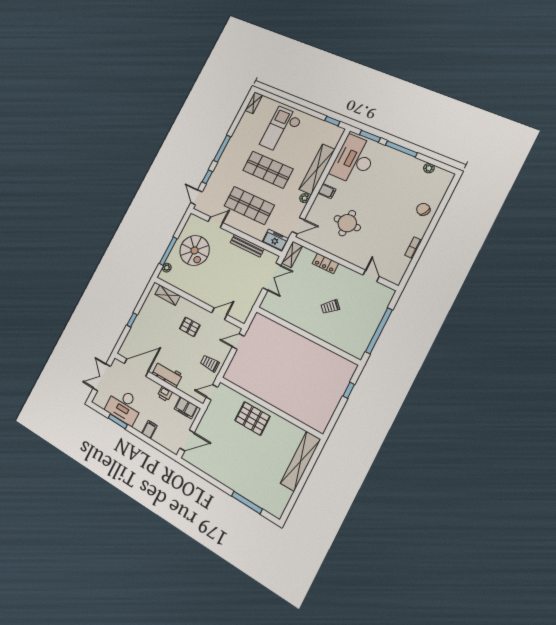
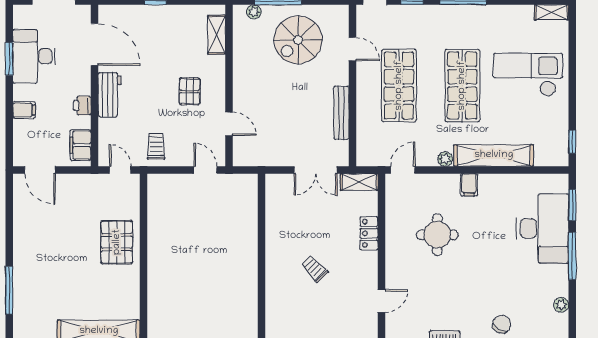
desk: (354, 160) -> (543, 228), moved, turned 90
door: (298, 226) -> (403, 170), swing flipped
freezer: (275, 240) -> (368, 149), removed

